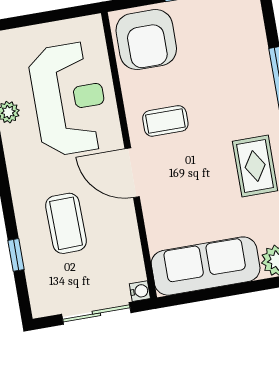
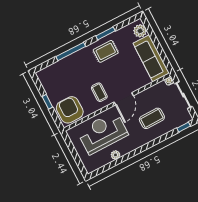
armchair: (146, 40) -> (70, 110), turned -90
window: (16, 255) -> (184, 127), moved

